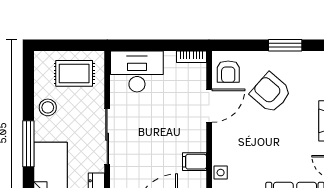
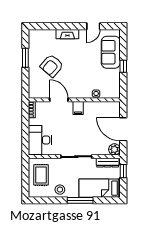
armchair: (228, 72) -> (40, 89), removed
filing cabinet: (194, 162) -> (78, 108), moved

